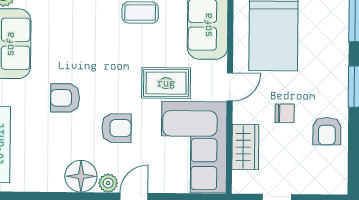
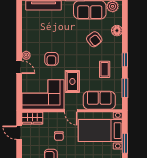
armchair: (65, 98) -> (94, 39), moved, turned 143
wardrobe: (245, 147) -> (32, 118), moved
floor lamp: (81, 176) -> (29, 43), removed

